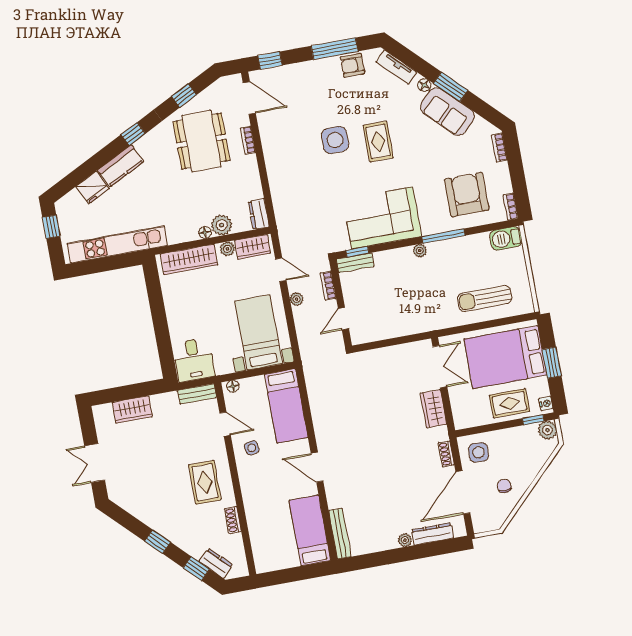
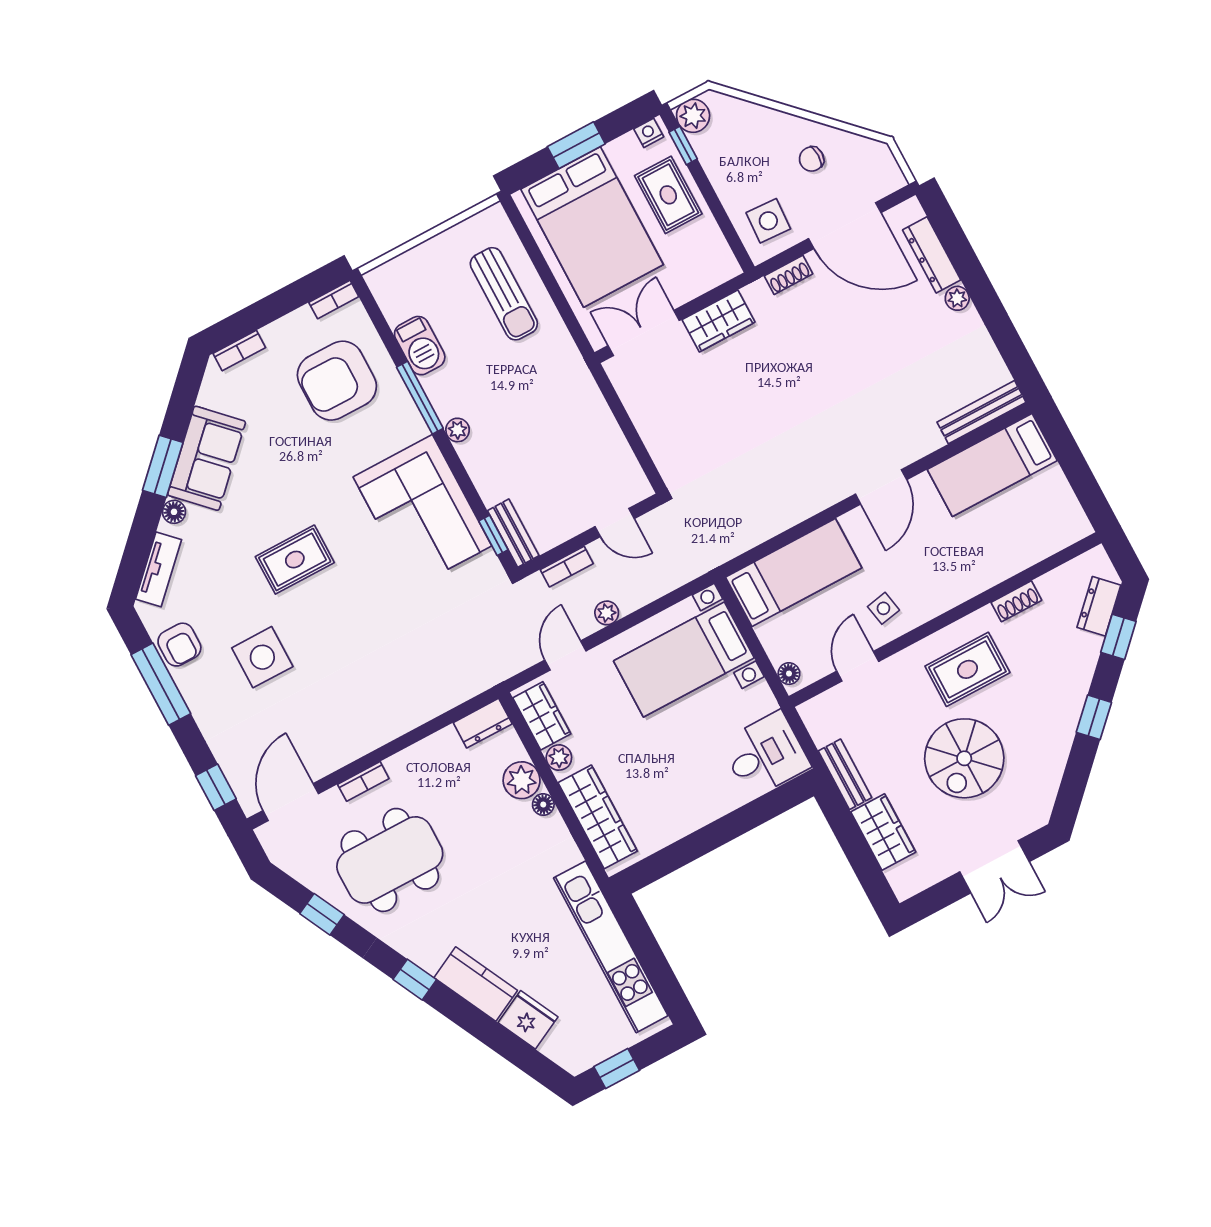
side table: (335, 140) -> (262, 657), moved
barbecue: (506, 238) -> (420, 346), moved
bench: (197, 394) -> (845, 774), moved
spiral stairs: (158, 465) -> (964, 758), added

